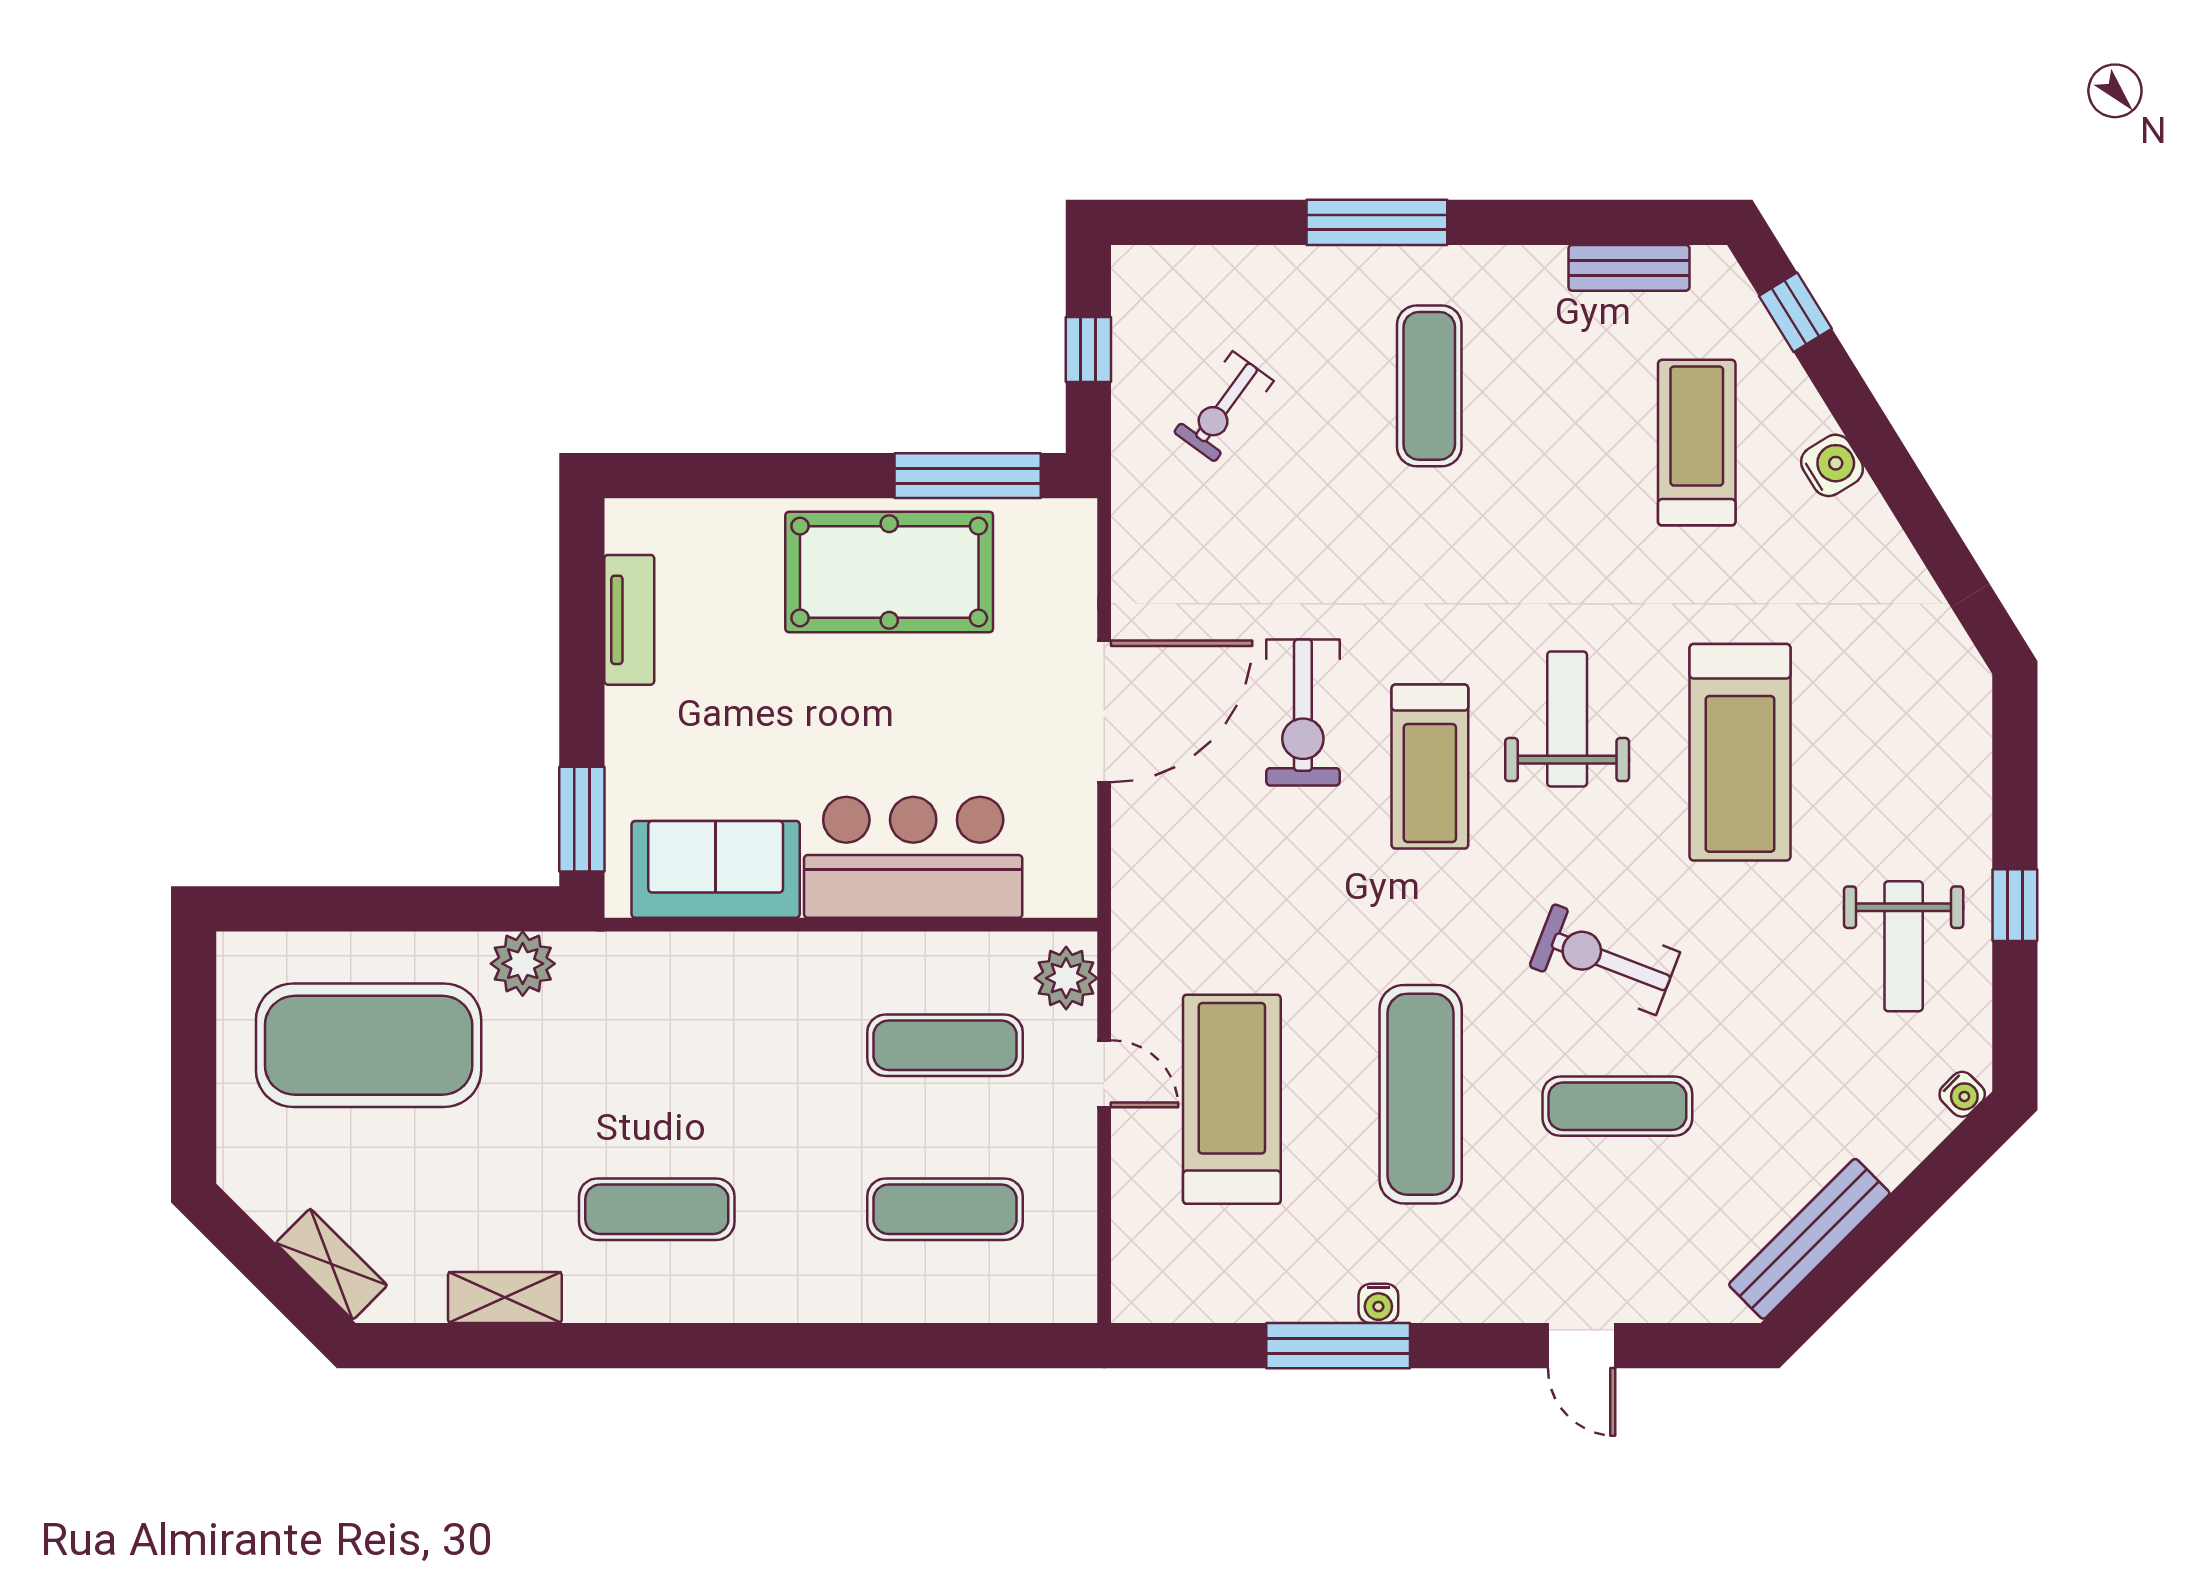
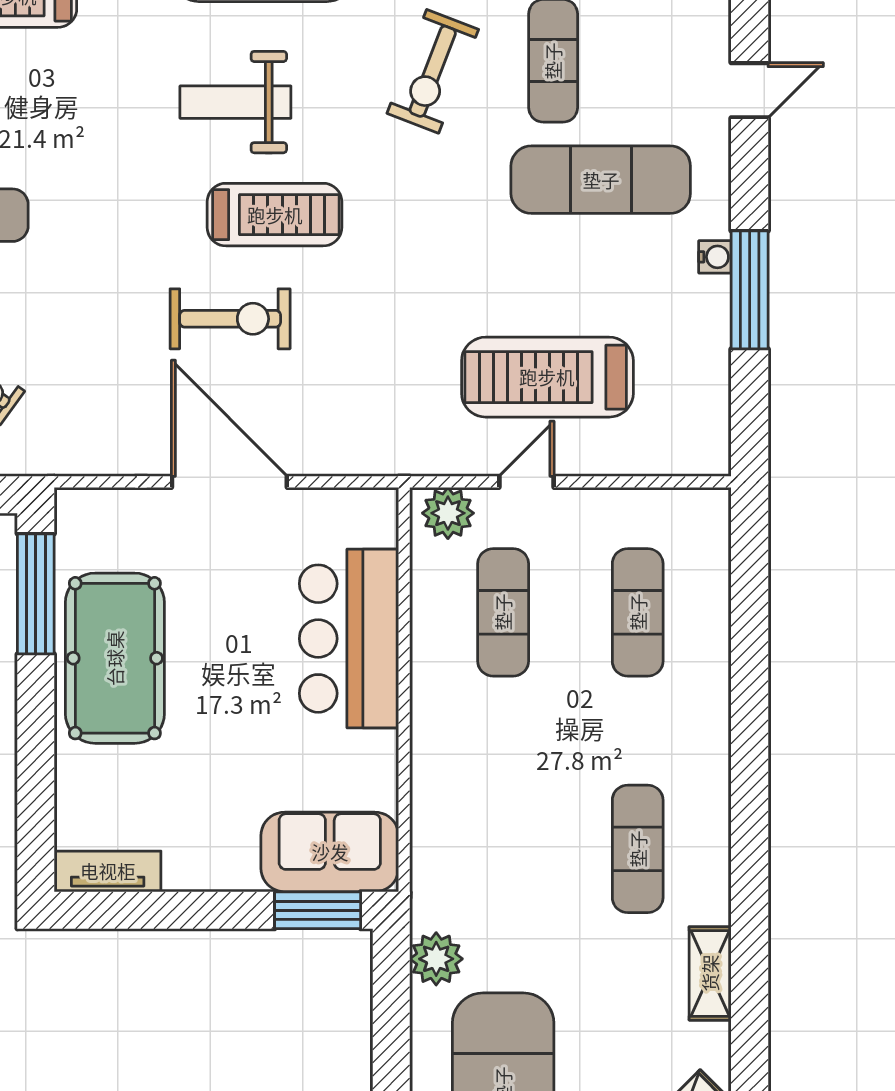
tv unit: (629, 620) -> (108, 871), moved
sofa: (716, 869) -> (330, 852), moved, turned 90
exercise mat: (1421, 1094) -> (601, 180), moved

